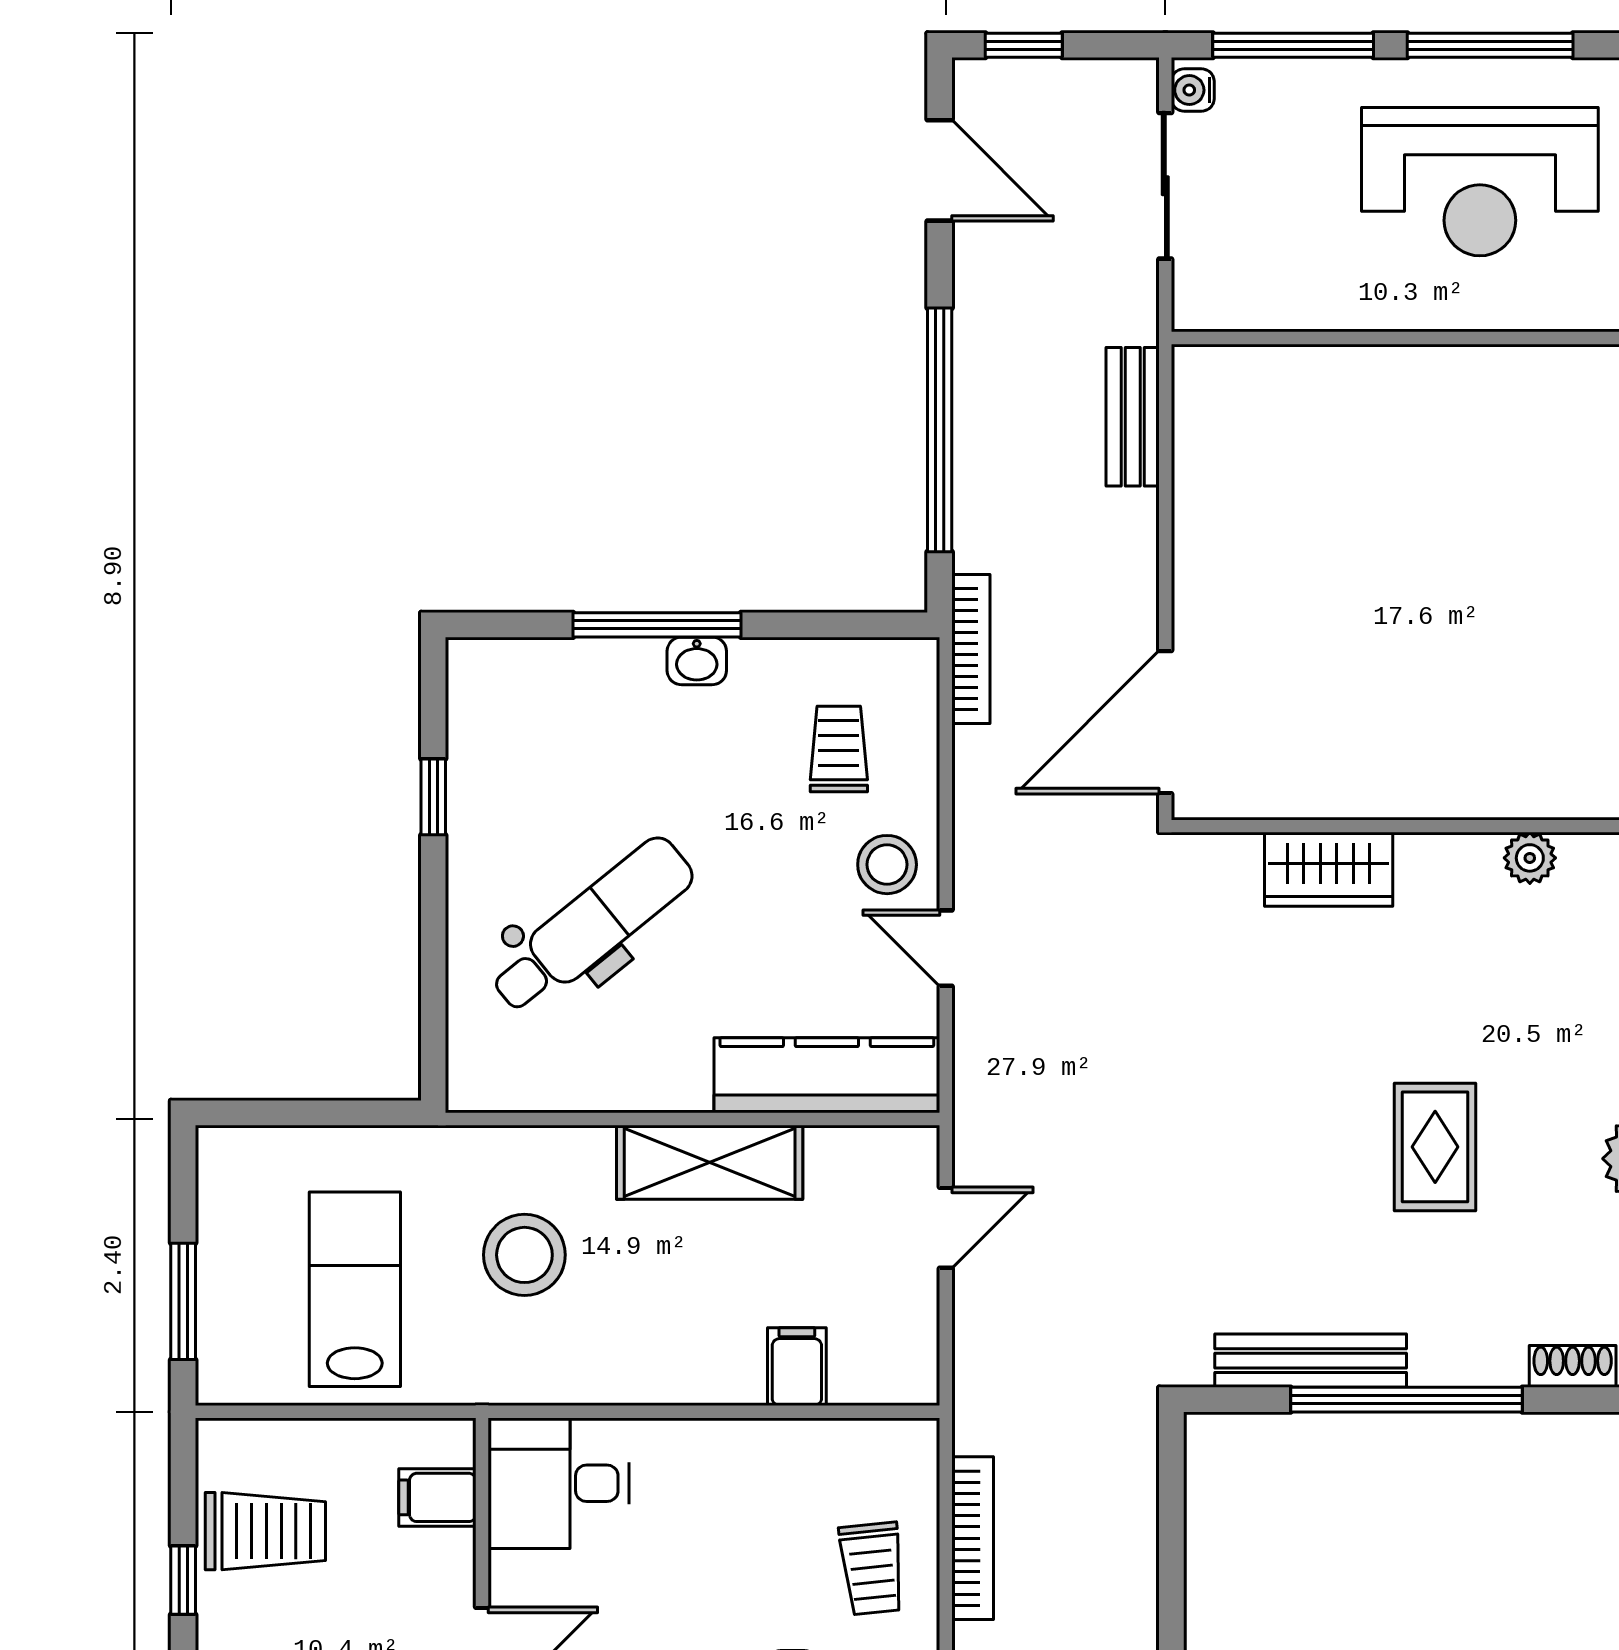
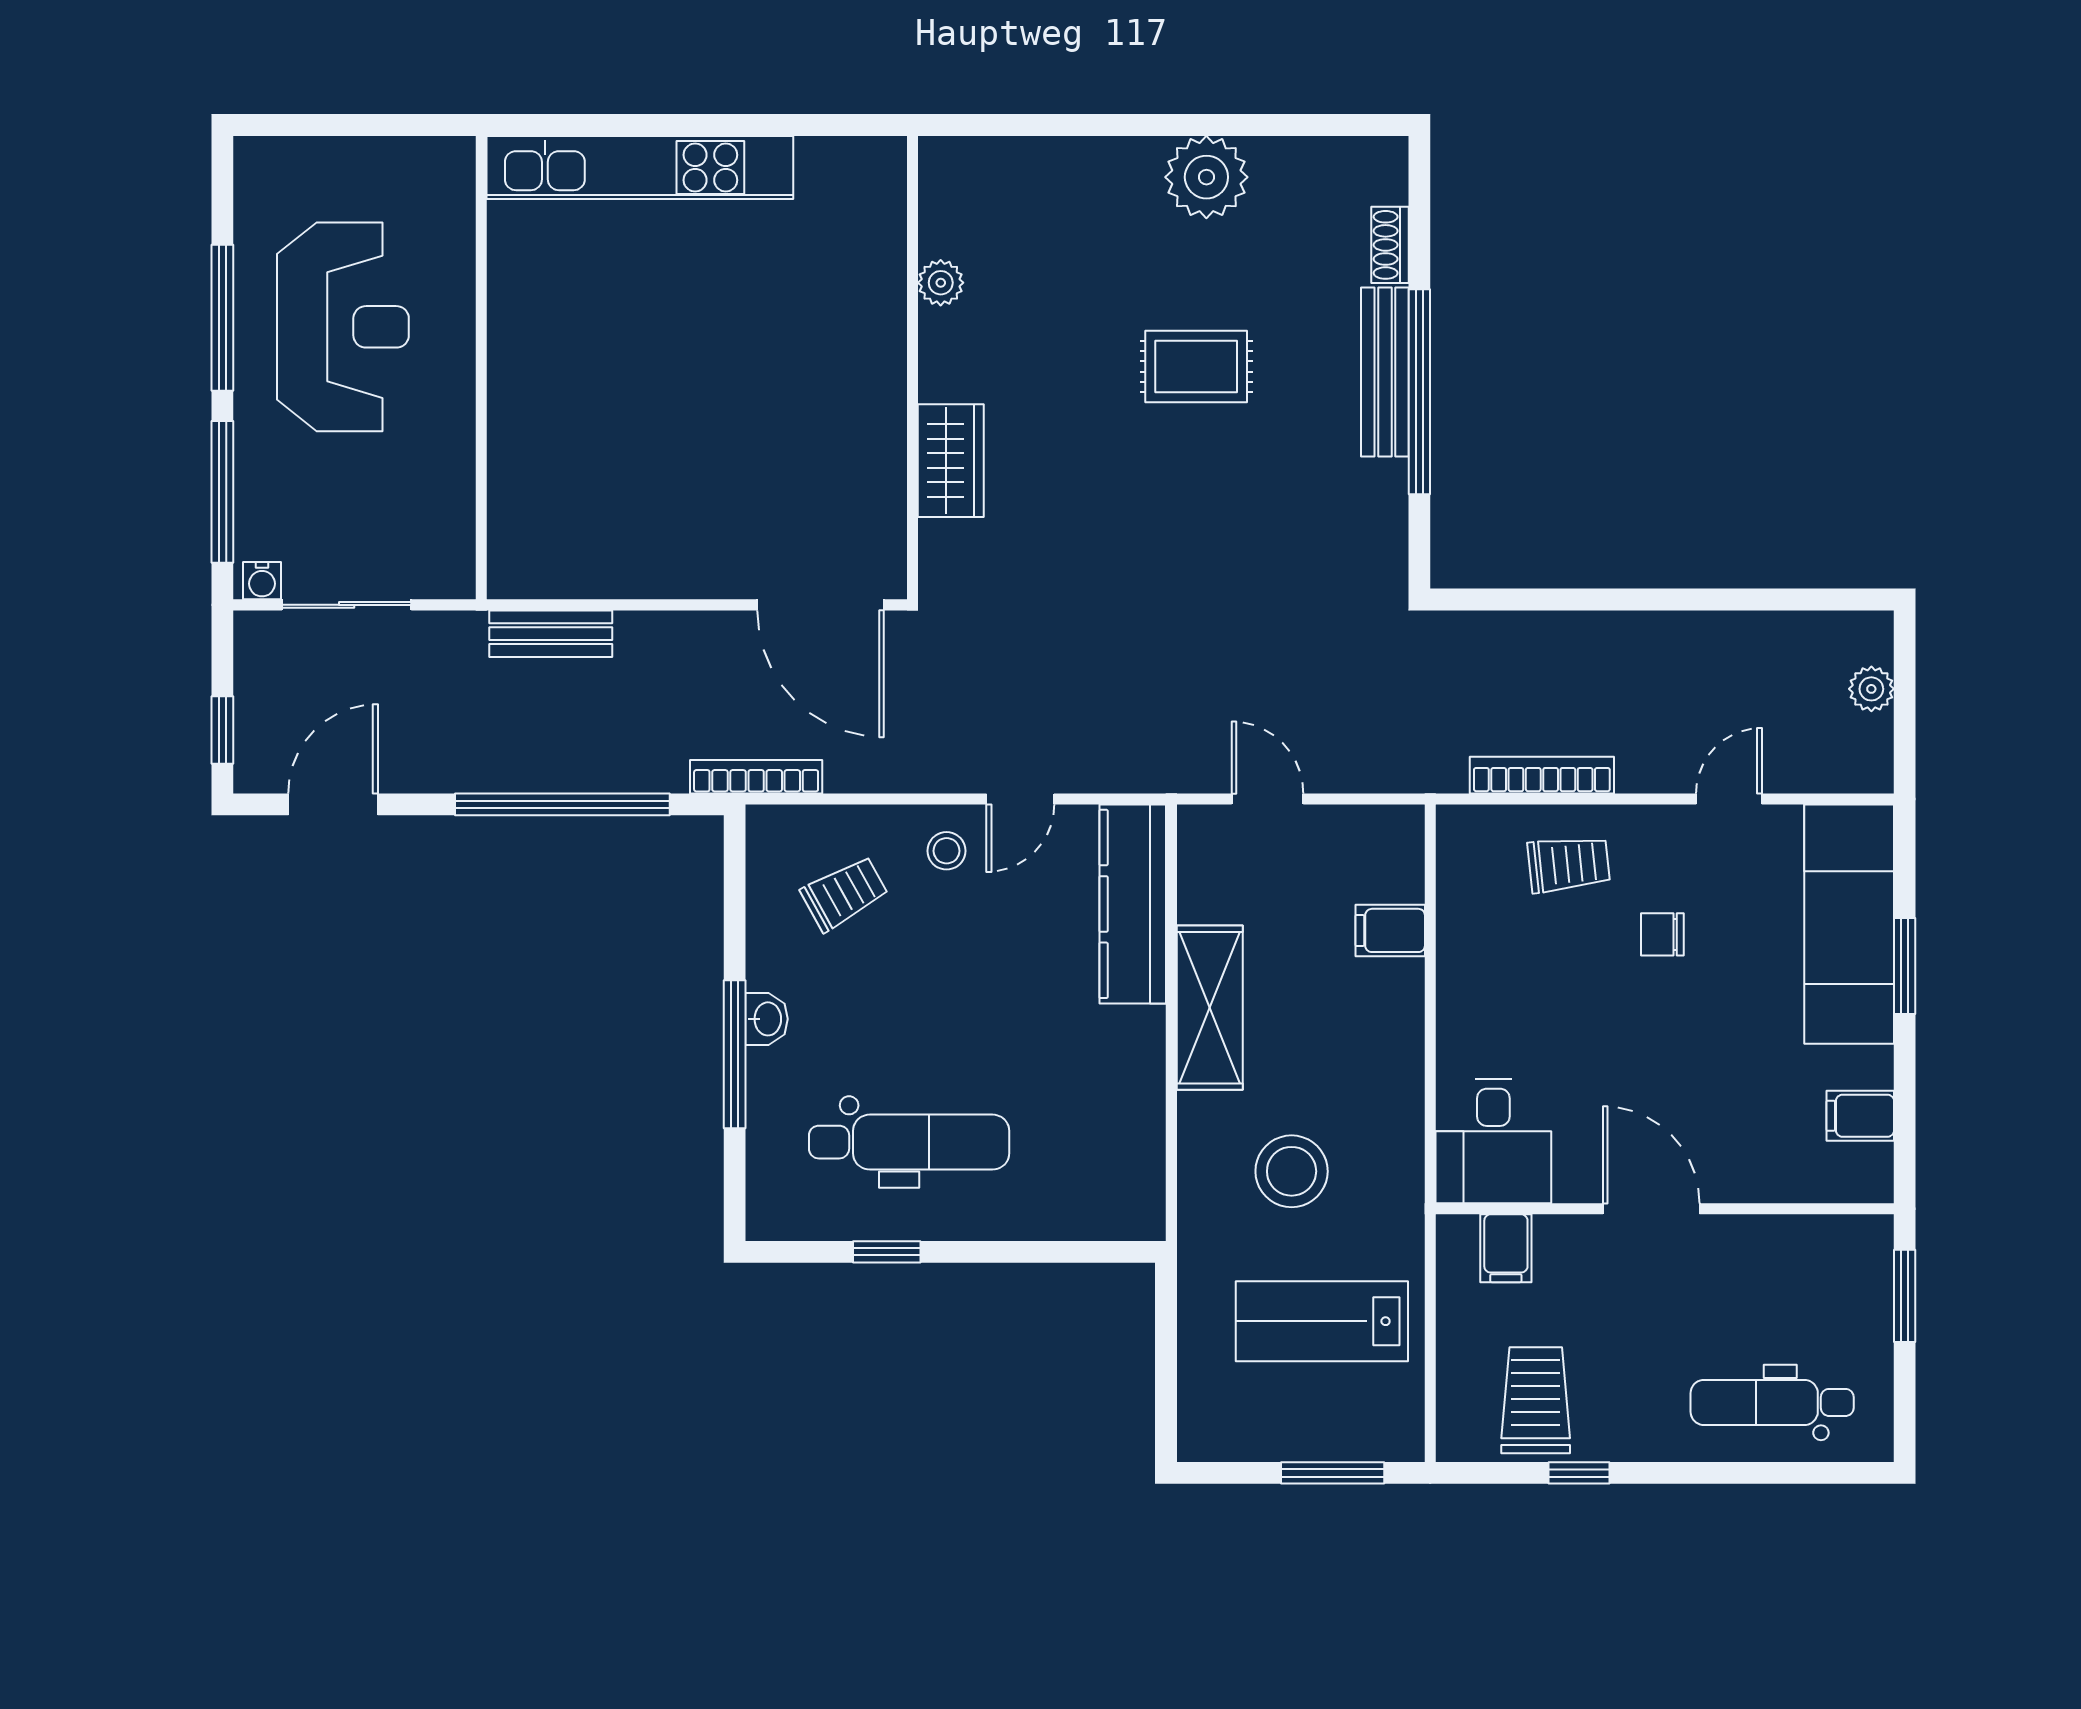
trolley: (839, 749) -> (844, 893), turned 151
stool: (887, 865) -> (947, 851), width x0.73, depth x0.73
dental chair: (592, 926) -> (909, 1142), moved, turned 129
bench: (1311, 1361) -> (1385, 372), moved

